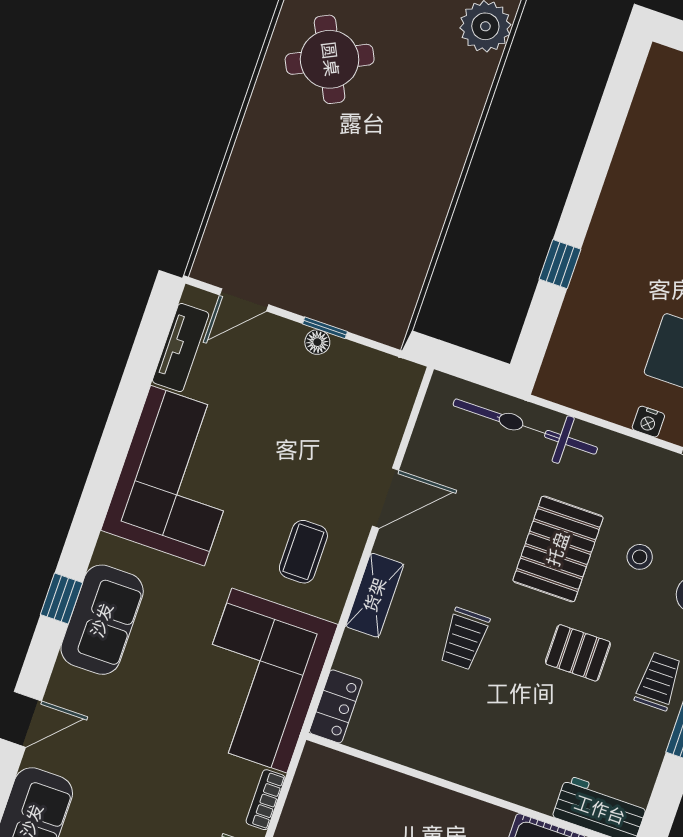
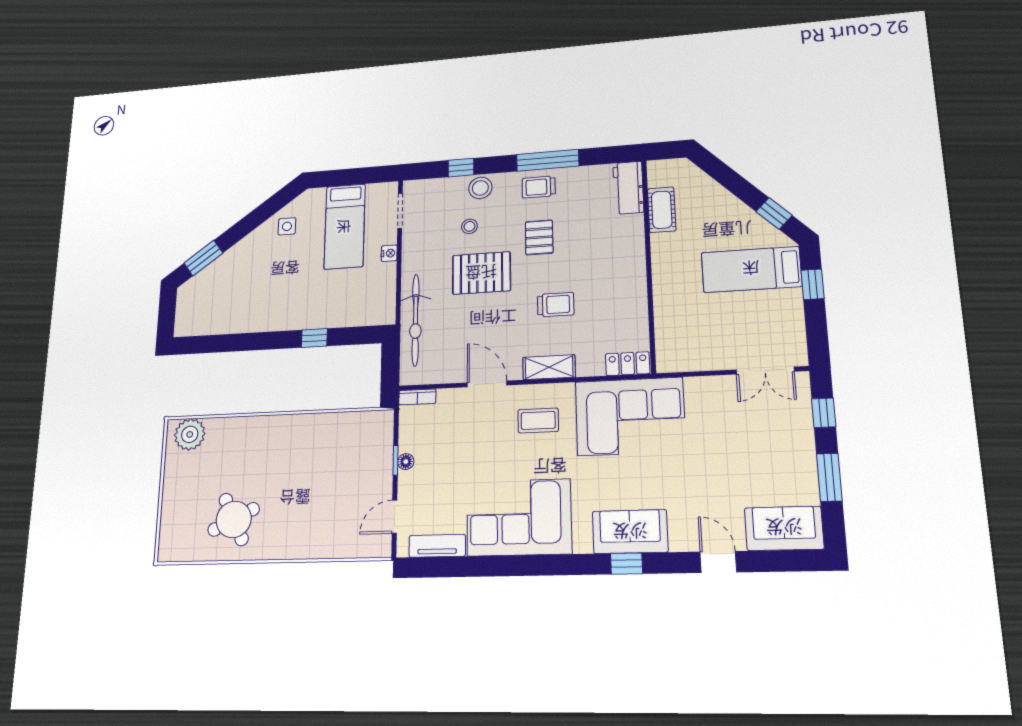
door: (244, 300) -> (395, 517), swing flipped
bookcase: (266, 800) -> (417, 397), moved

